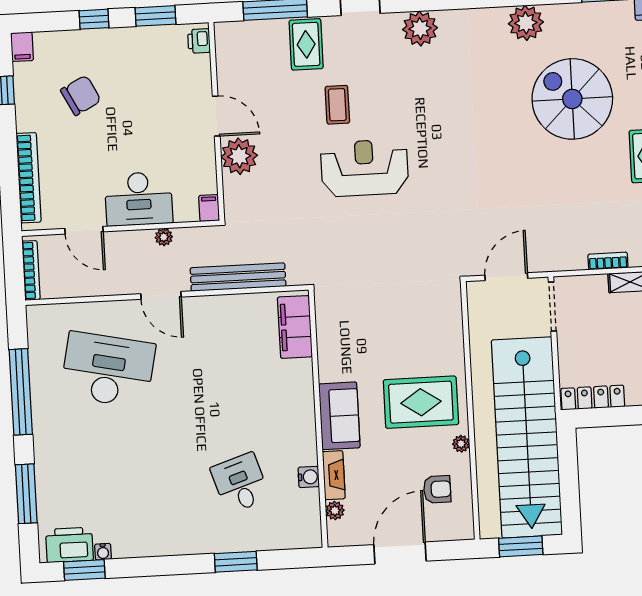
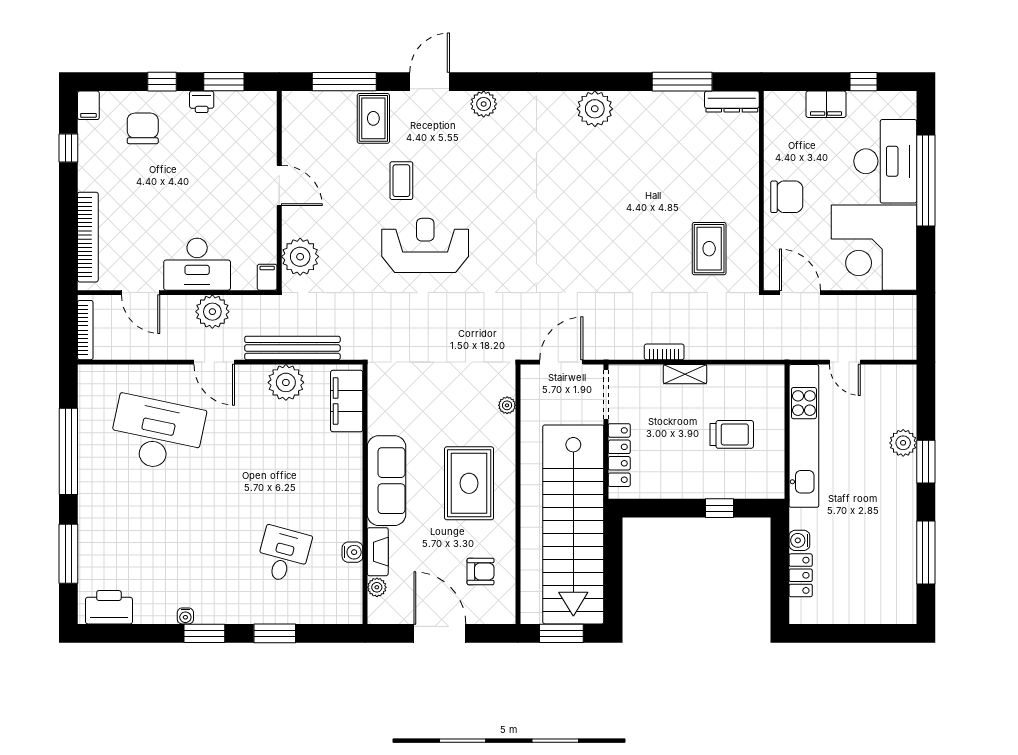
plant: (420, 29) -> (484, 104), width x0.73, depth x0.73
printer: (199, 41) -> (202, 102), moved, turned -90
chair: (81, 95) -> (143, 128), moved, turned -63
spiral stairs: (572, 99) -> (637, 188), removed
plant: (239, 156) -> (300, 257), moved
plant: (164, 237) -> (212, 312), width x1.88, depth x1.88
plant: (233, 312) -> (286, 382), added
locker: (593, 398) -> (619, 455), moved, turned 90
rug: (421, 402) -> (469, 483), turned 90
sofa: (339, 416) -> (386, 481), width x1.36
plant: (461, 444) -> (507, 405), moved
desk: (240, 483) -> (283, 555), turned 33
water cooler: (103, 552) -> (185, 616), moved
door: (400, 553) -> (440, 633), hinge flipped
window: (84, 570) -> (204, 633), moved

